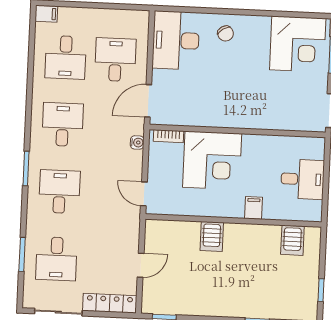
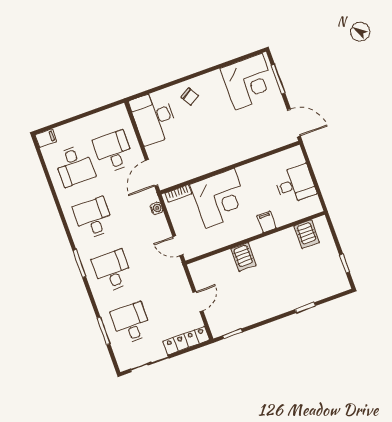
desk: (56, 259) -> (131, 323), turned 180

